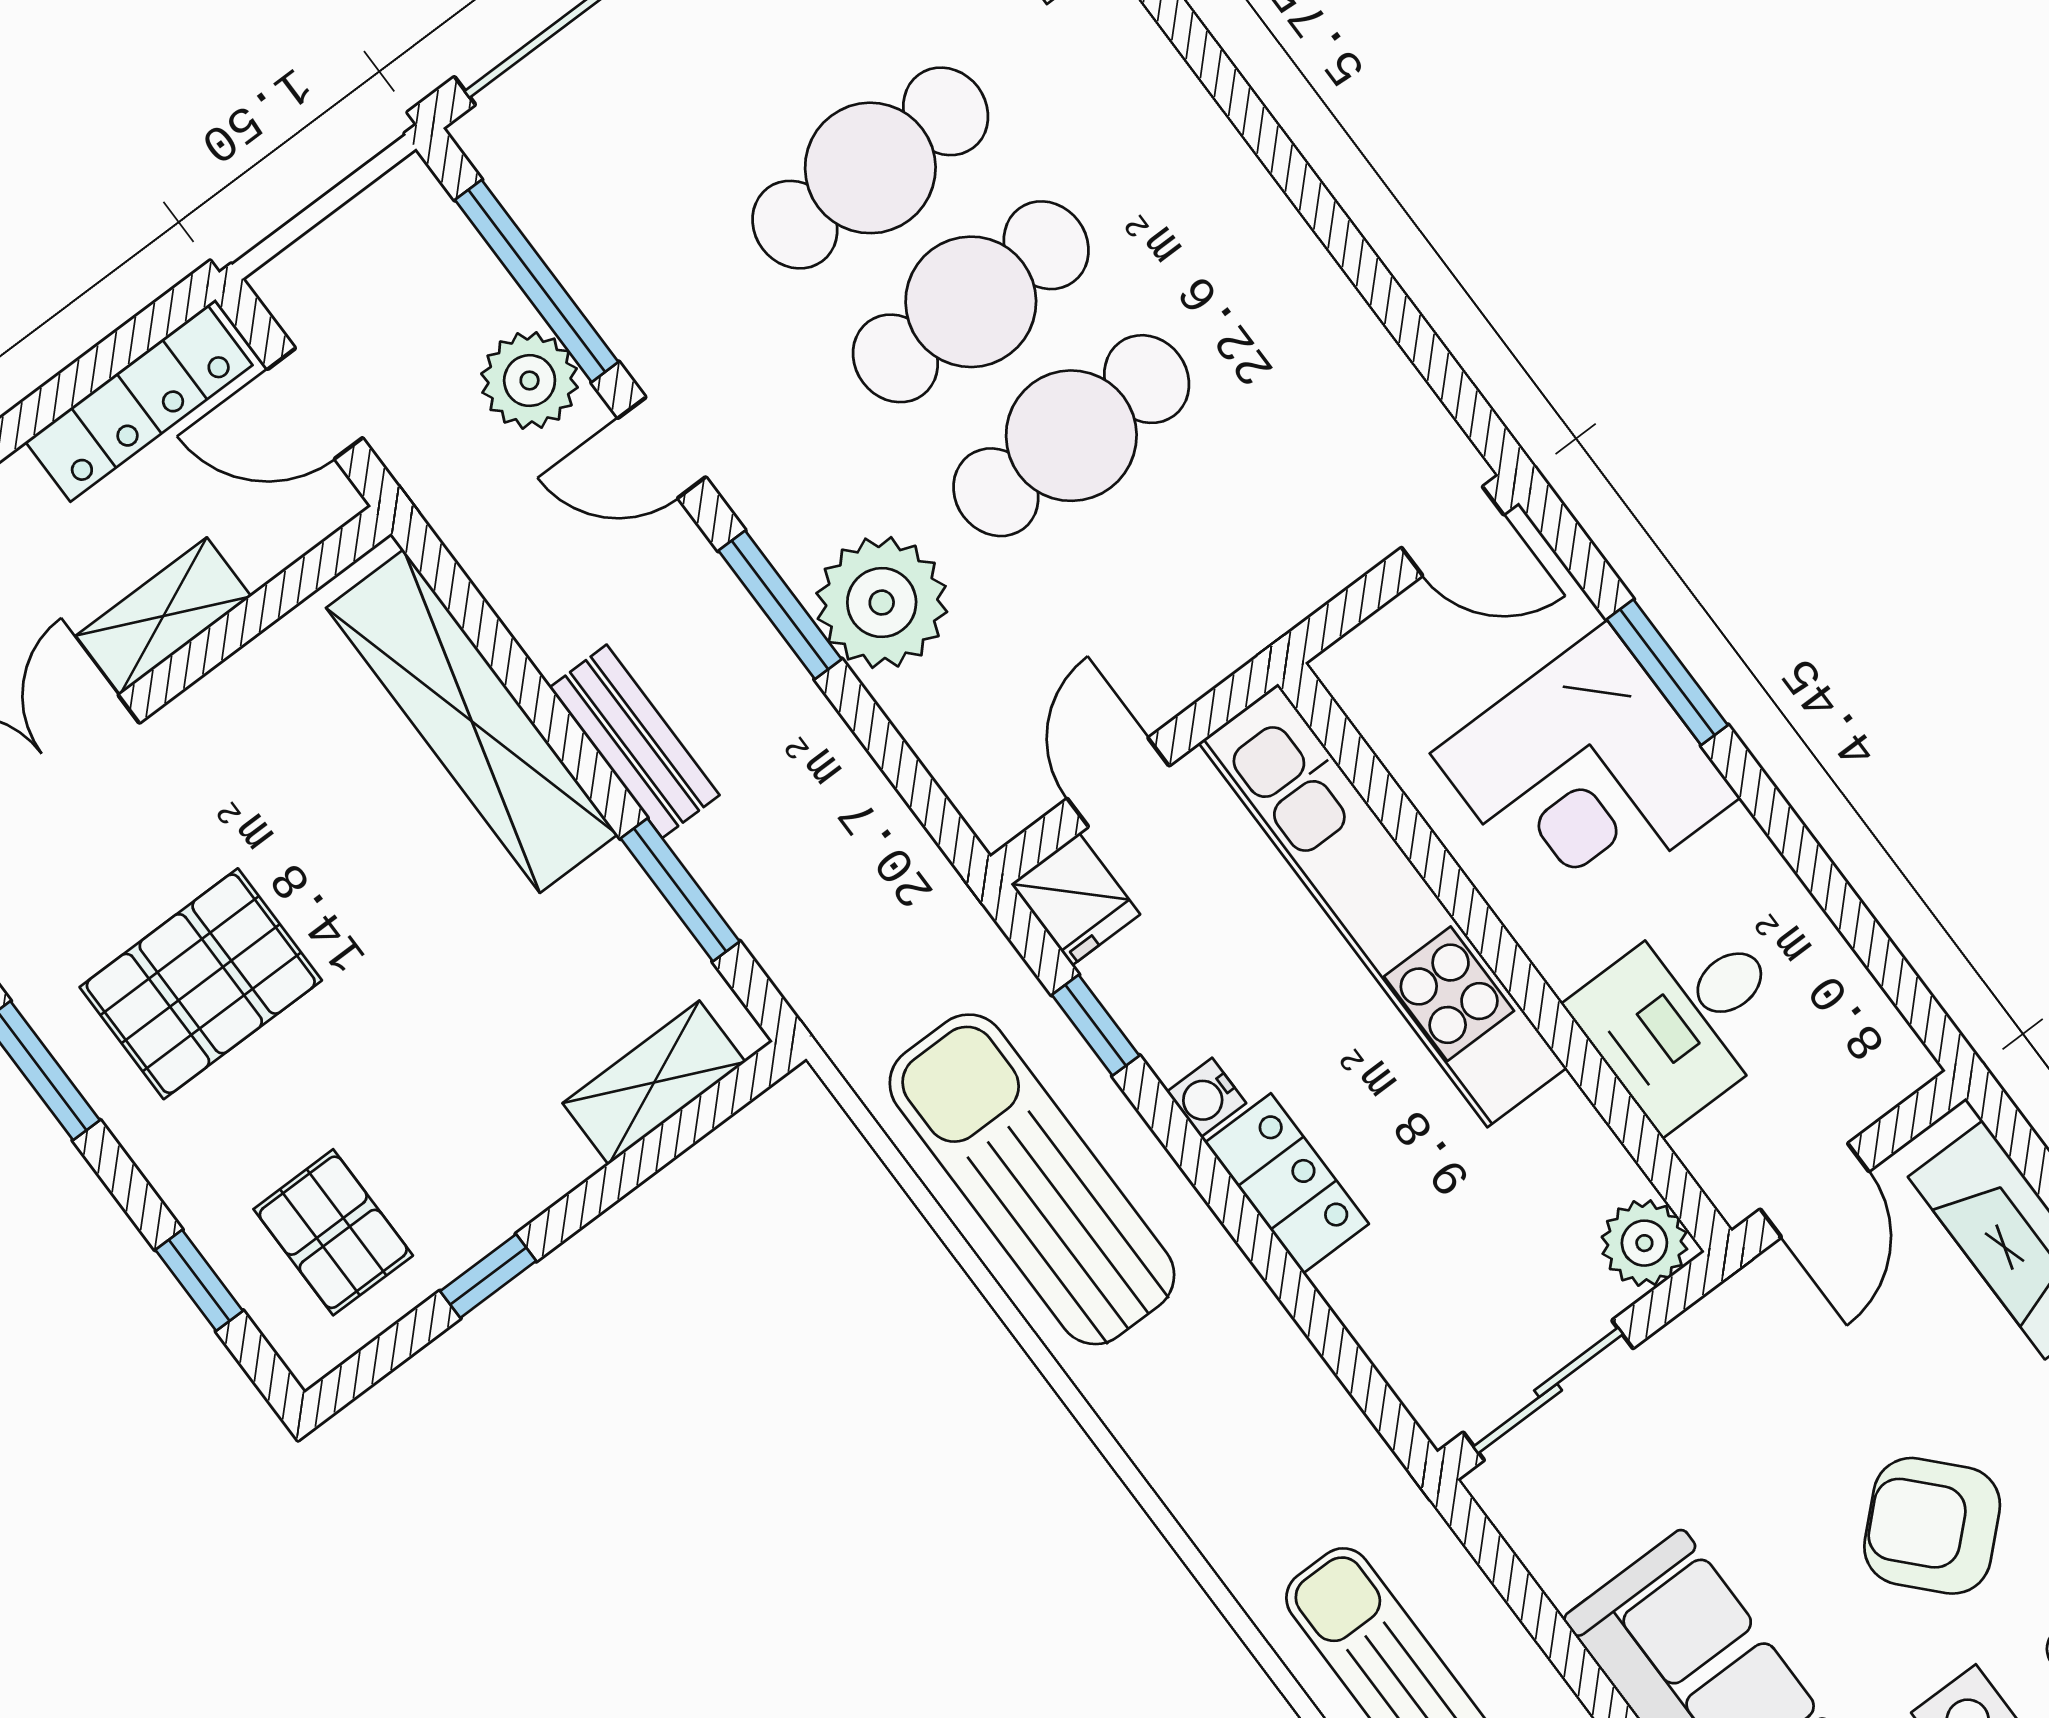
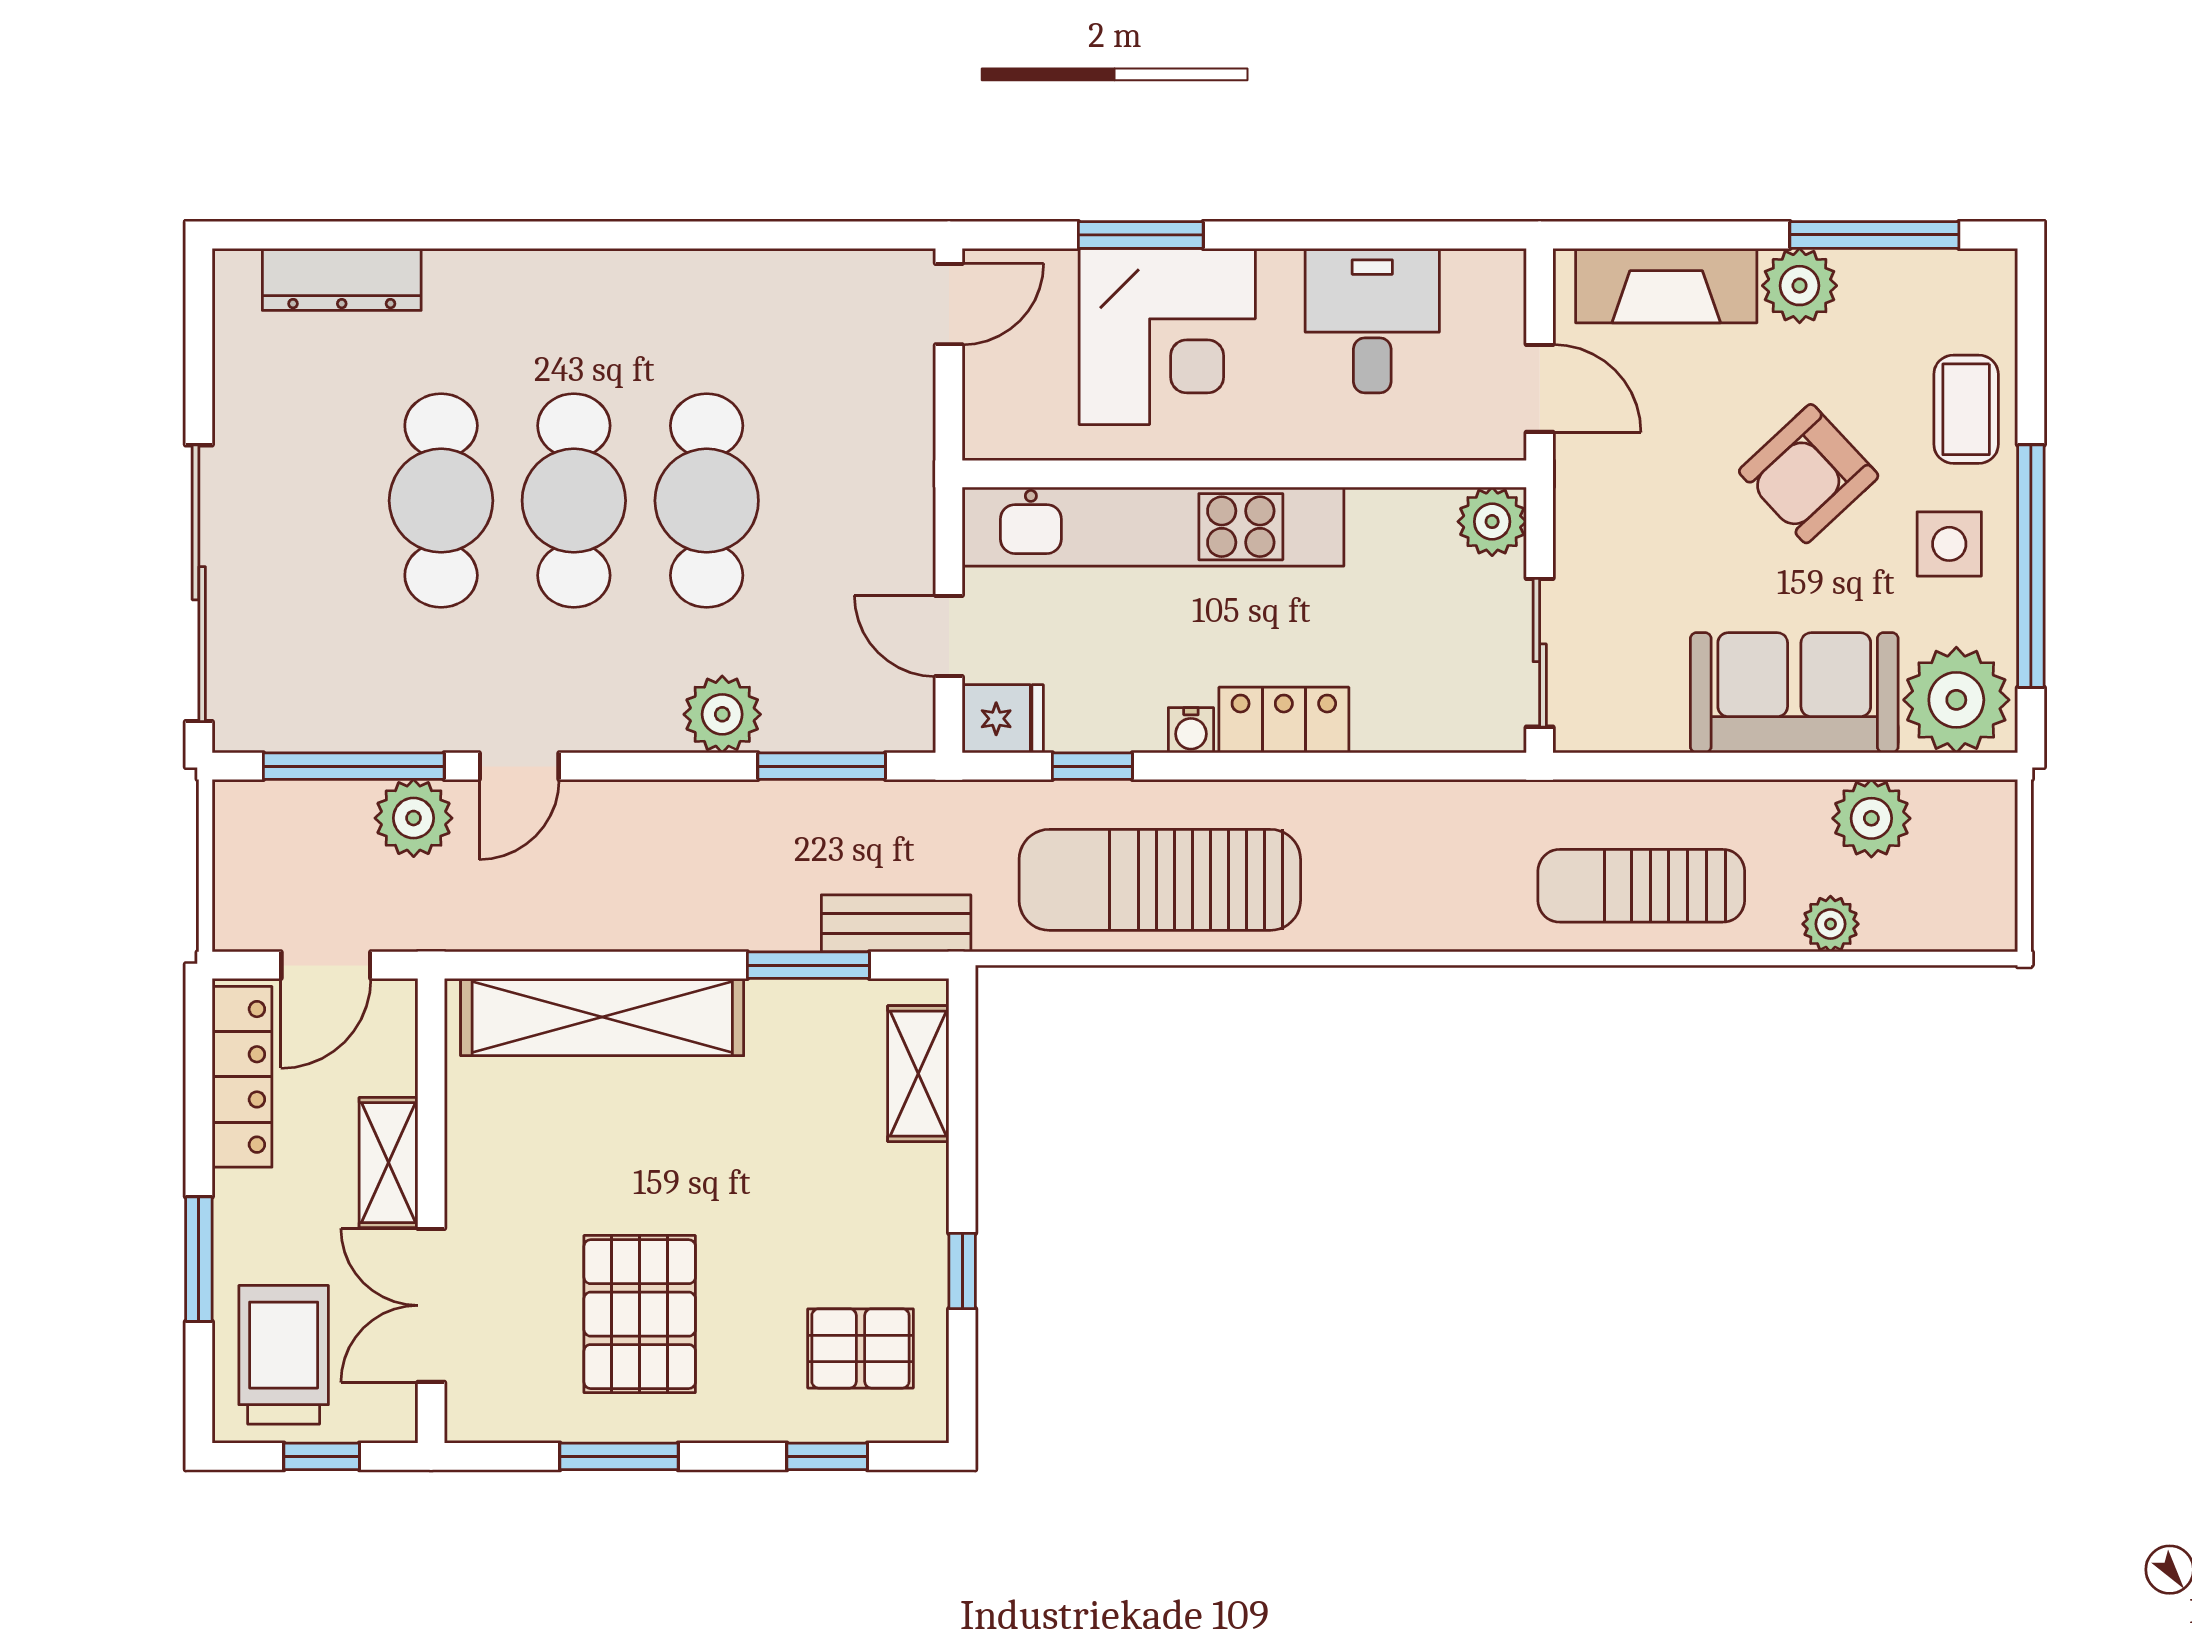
plant: (882, 603) -> (722, 714), width x0.73, depth x0.73
window: (780, 605) -> (822, 766), moved
bench: (634, 741) -> (896, 923), moved
desk: (1684, 1017) -> (1372, 321), moved, turned 180

